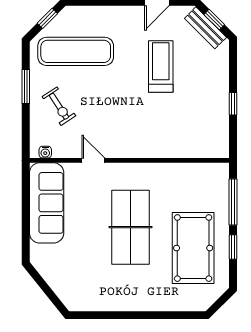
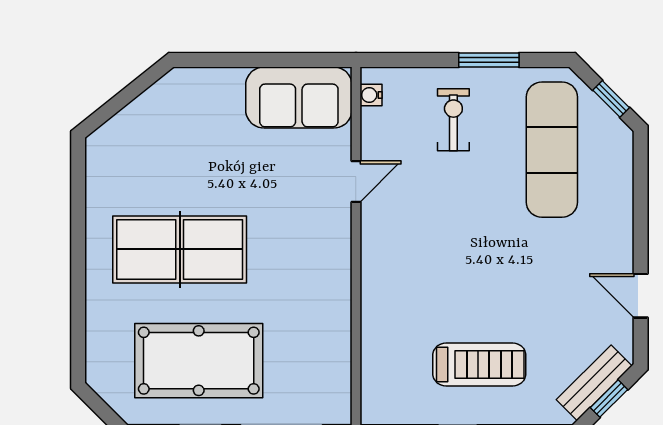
treadmill: (161, 67) -> (479, 365), moved
exercise bike: (59, 106) -> (453, 120), turned 123
sofa: (47, 203) -> (299, 97), width x0.73
table tennis table: (130, 227) -> (180, 249), moved

